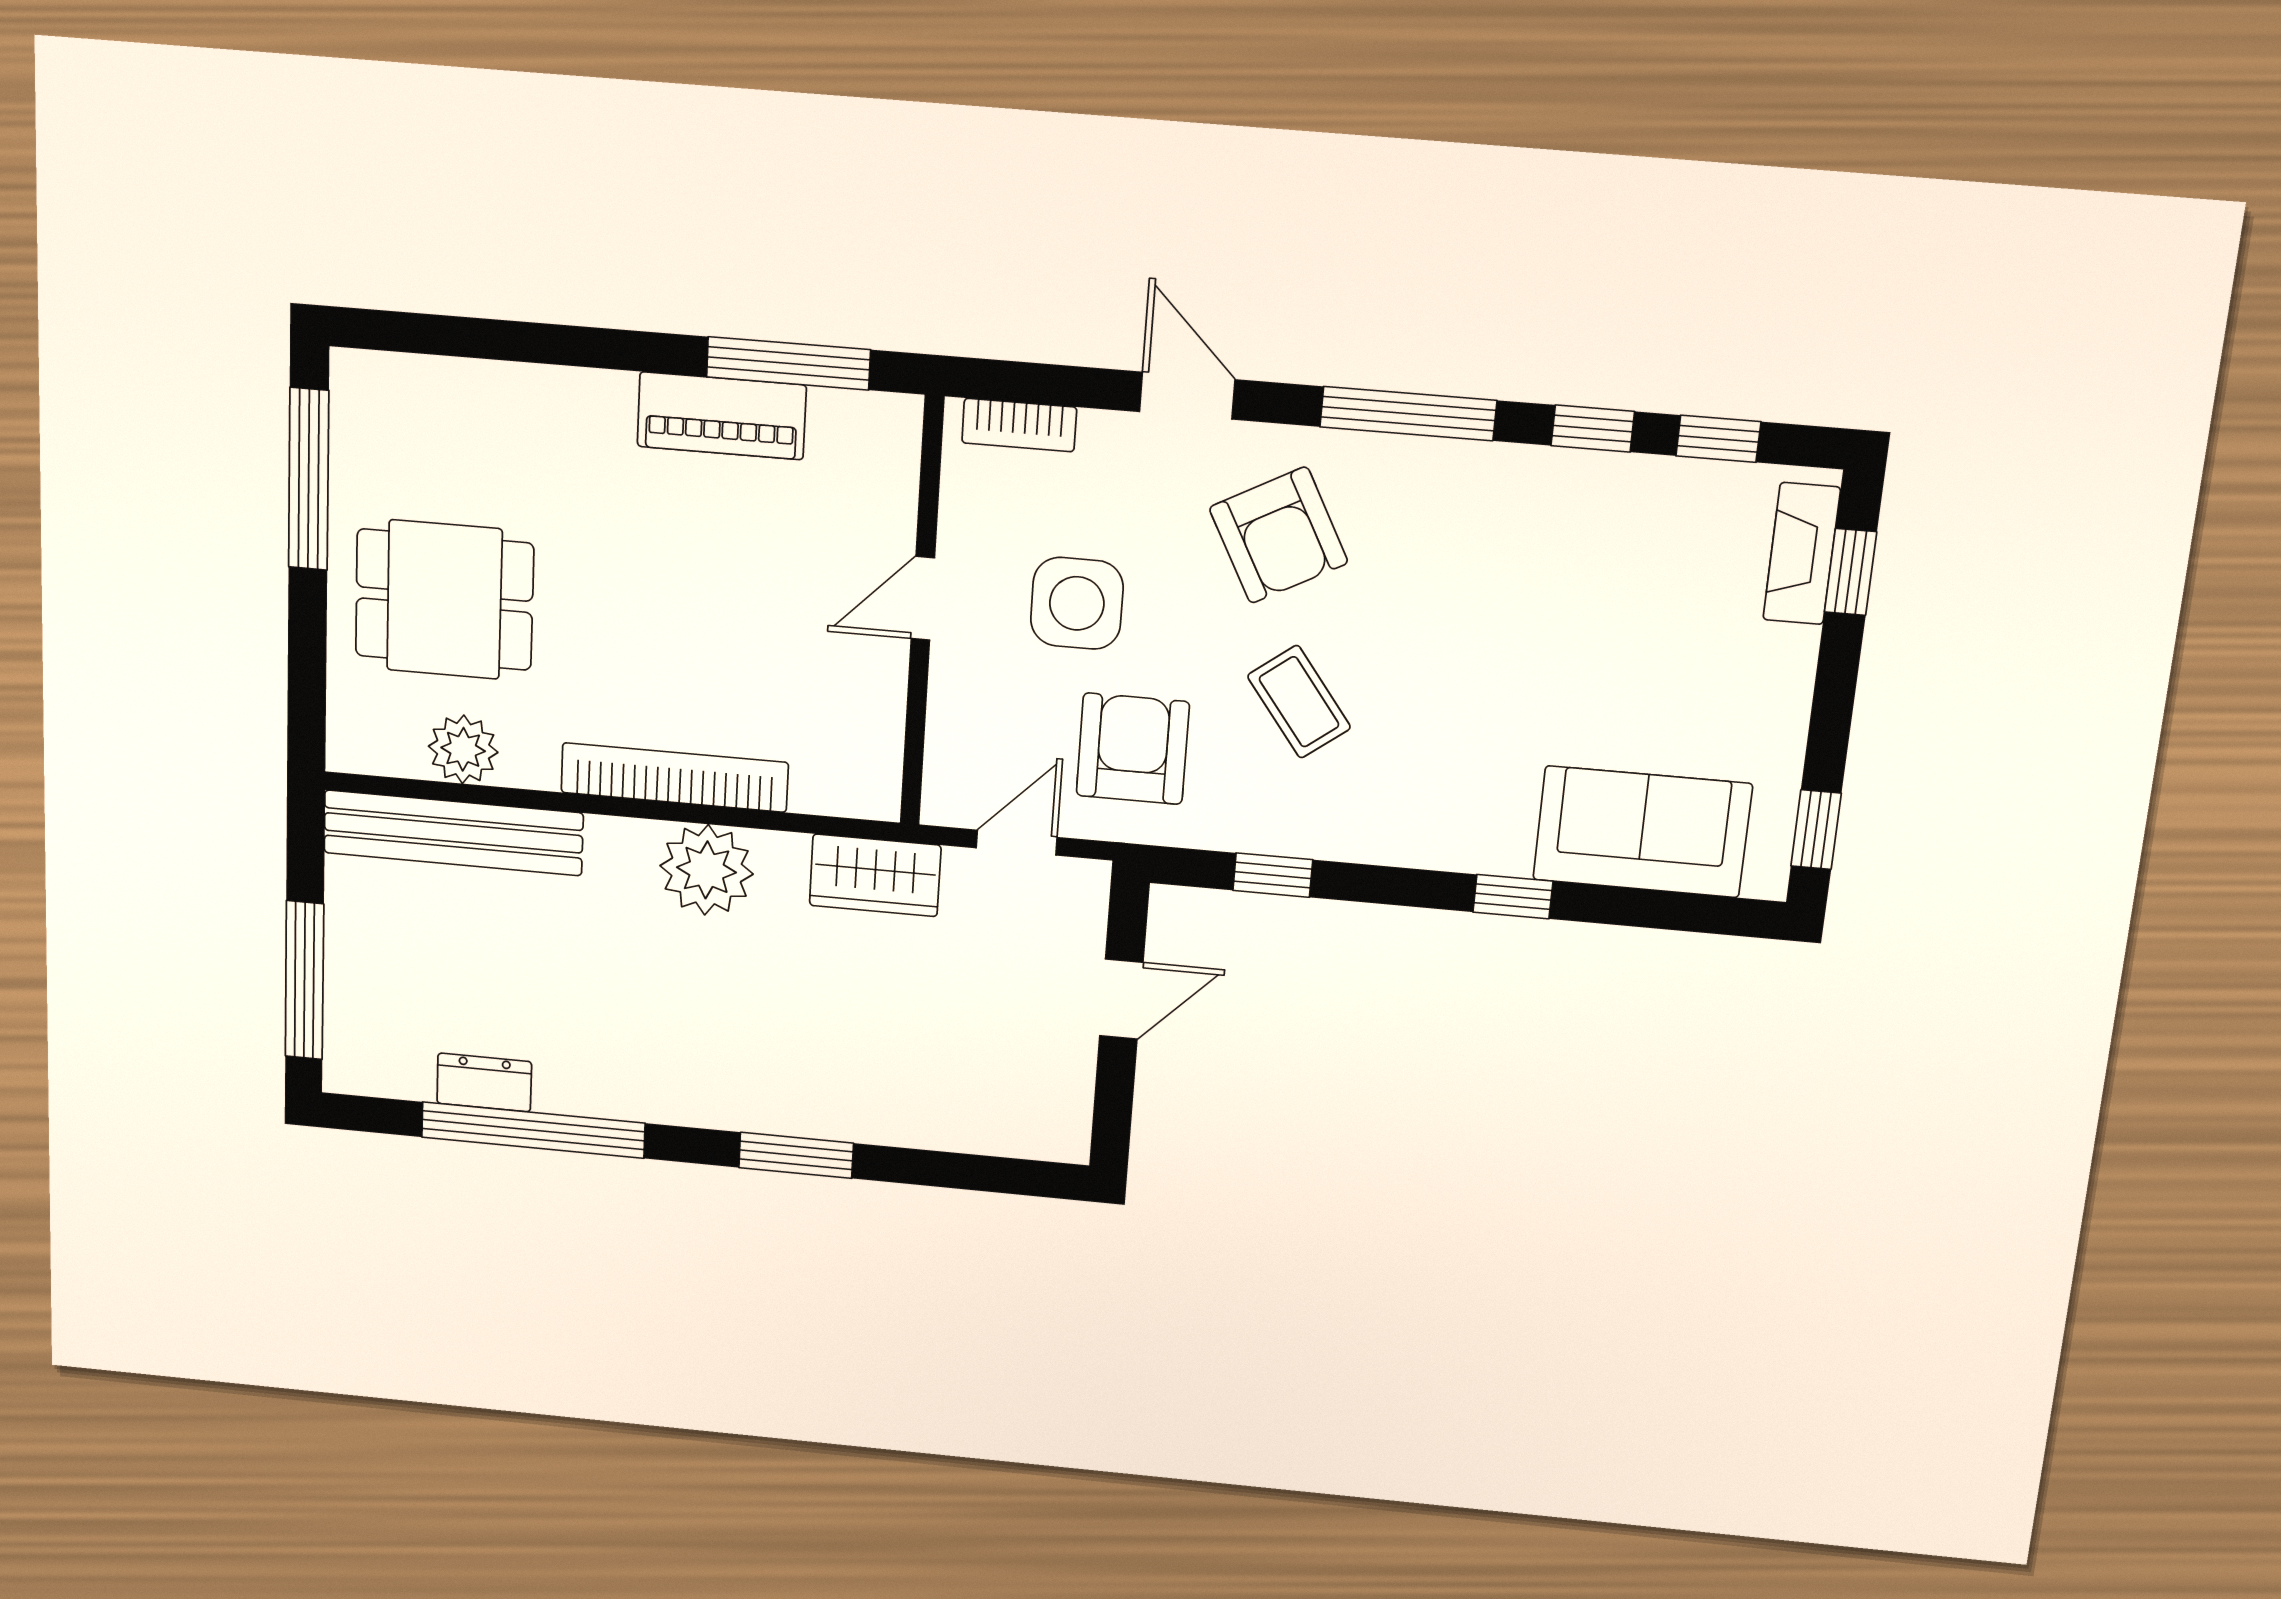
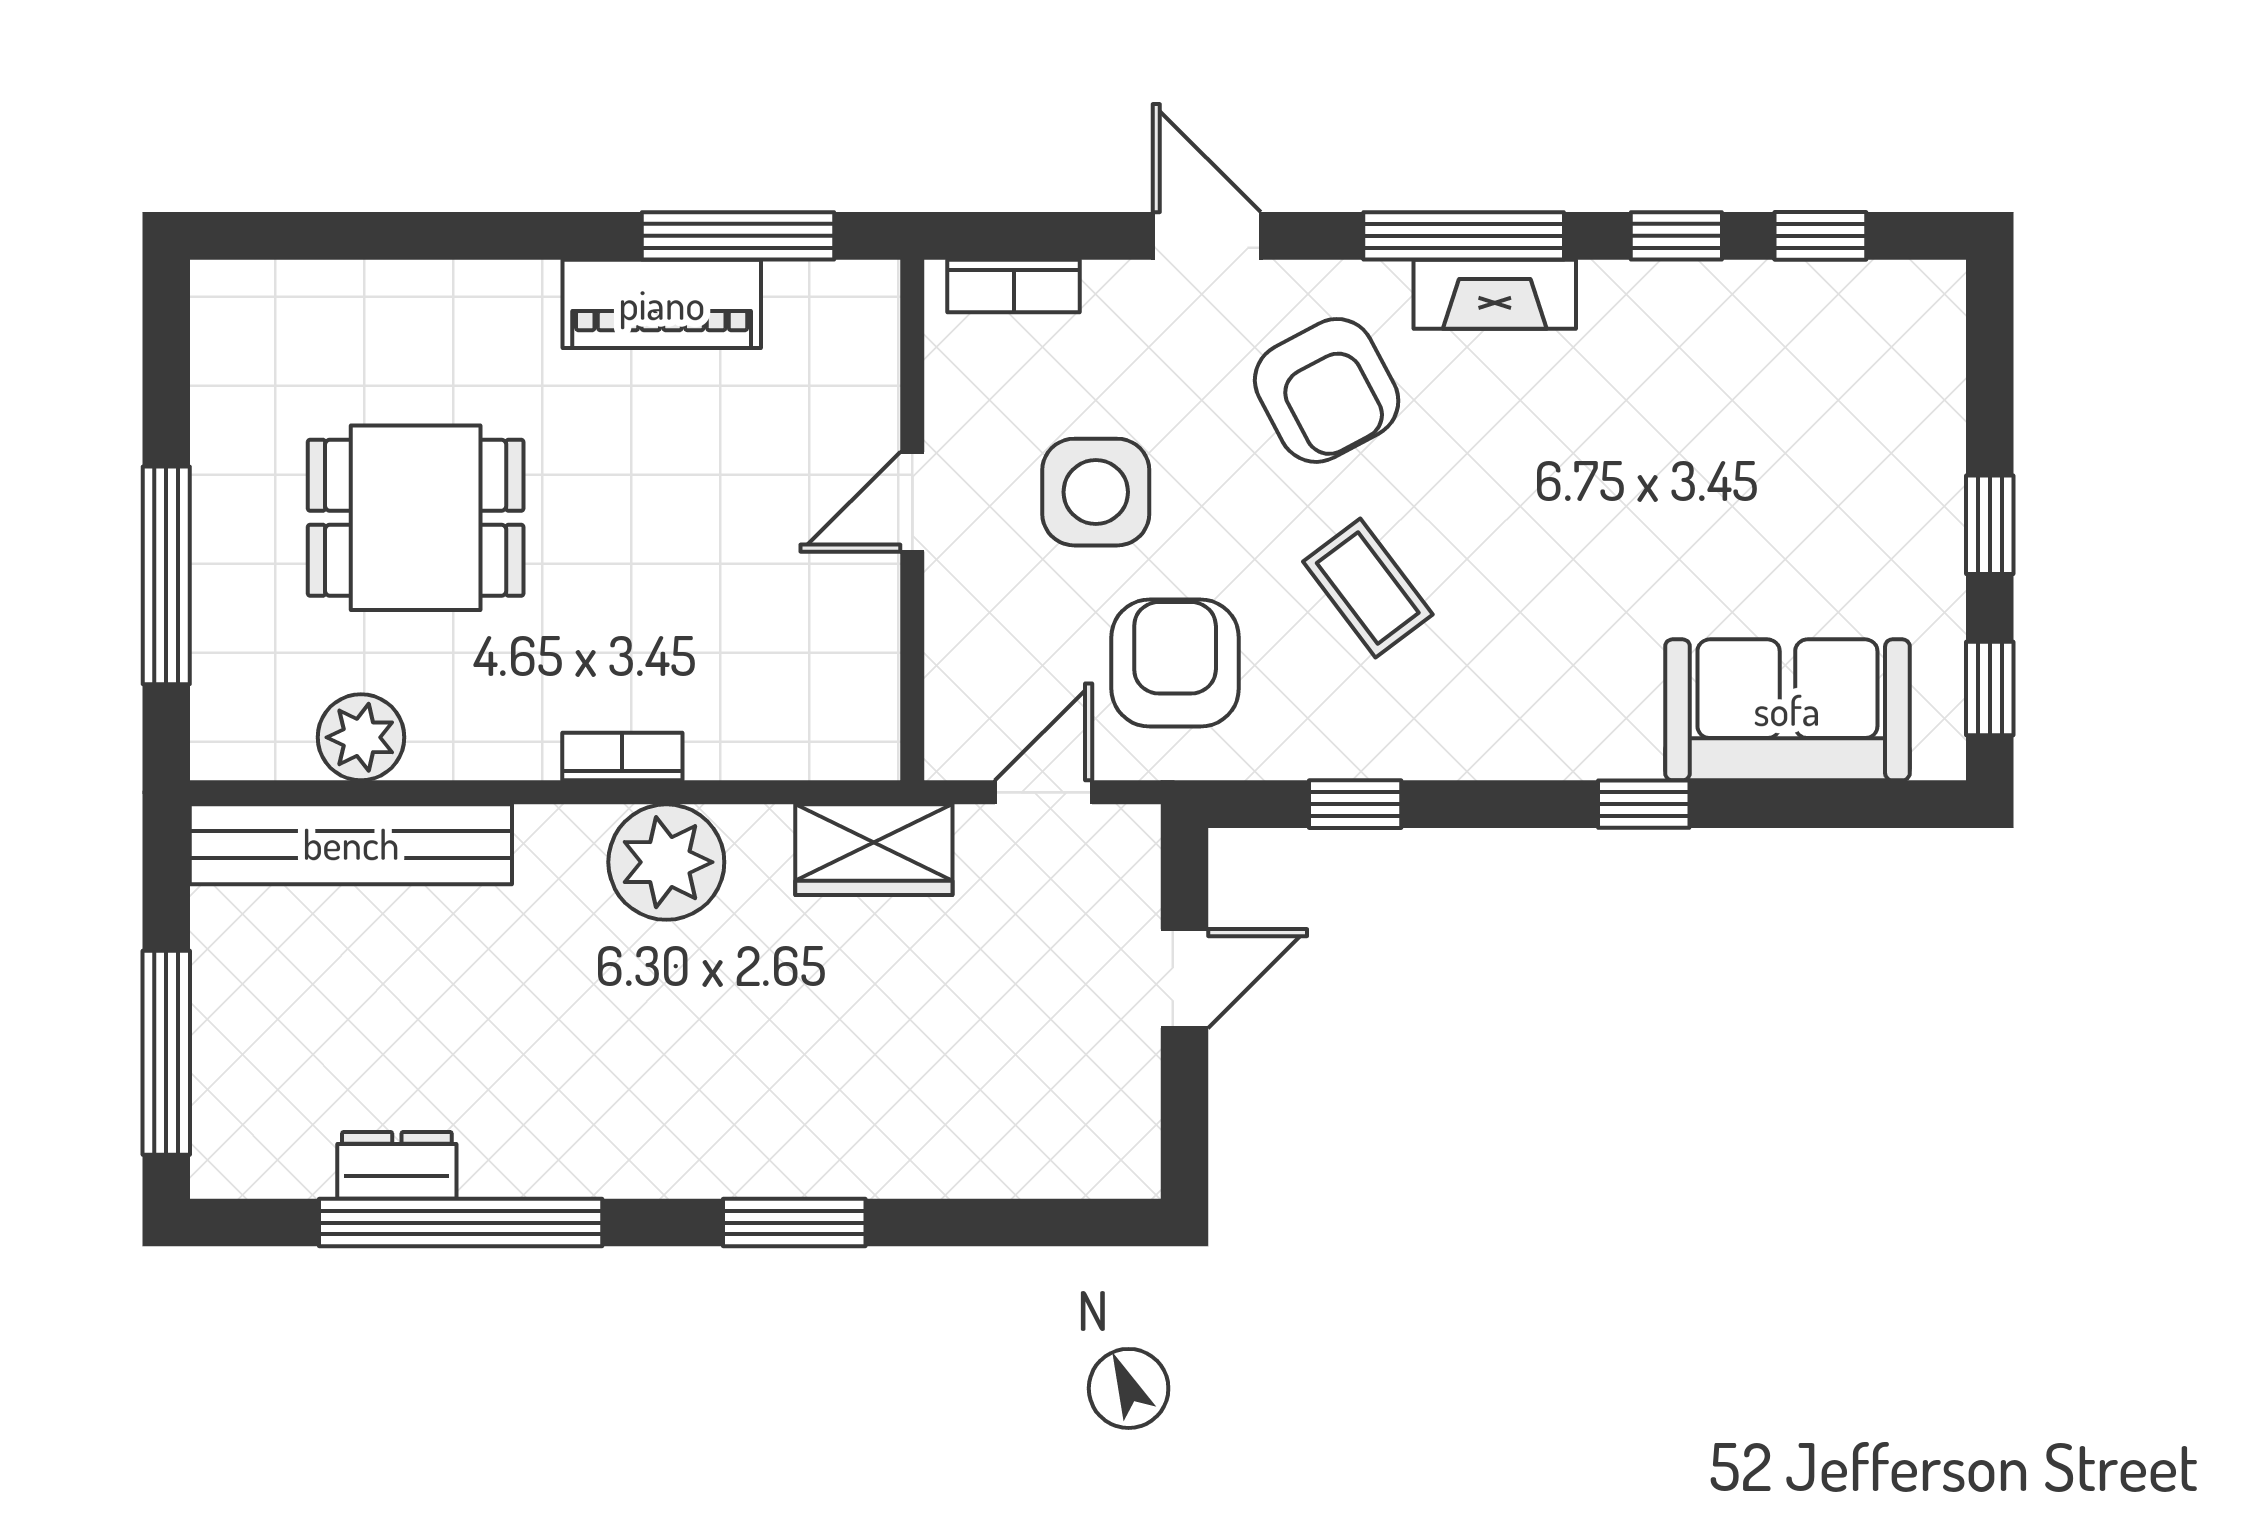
window: (309, 479) -> (166, 575), moved
fireplace: (1802, 554) -> (1495, 294), moved, turned -90
window: (1851, 572) -> (1990, 525), moved
dining table: (444, 600) -> (416, 518), moved
bookcase: (675, 777) -> (622, 757), width x0.43, depth x0.76

